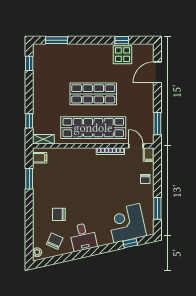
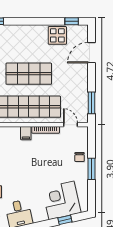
window: (122, 40) -> (72, 21), moved
filing cabinet: (149, 154) -> (26, 133), moved
window: (157, 208) -> (91, 169), moved

